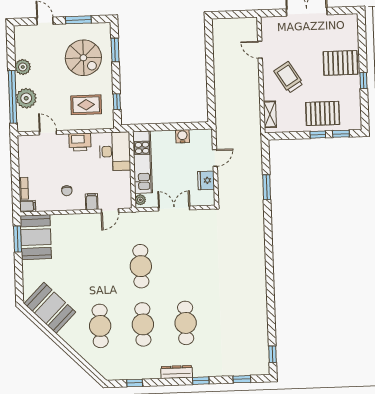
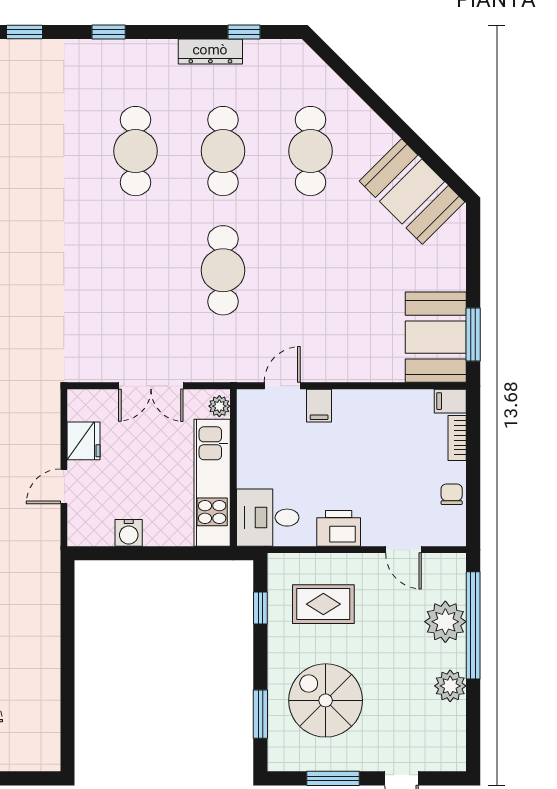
desk: (115, 151) -> (268, 518), width x0.73
chair: (67, 191) -> (452, 494), moved
dresser: (177, 372) -> (210, 51), moved

